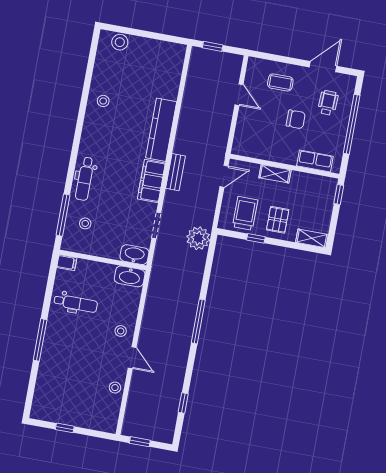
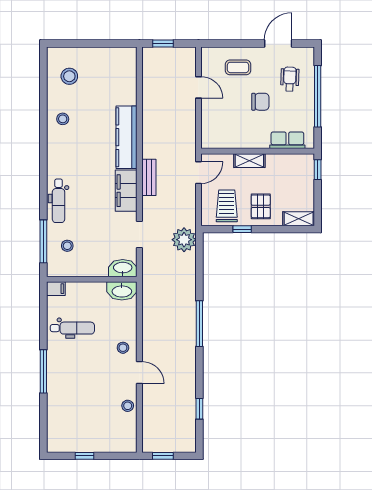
stool: (120, 42) -> (69, 76), moved

